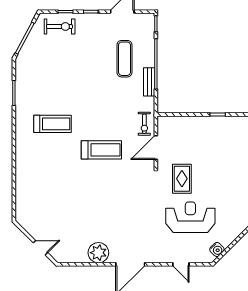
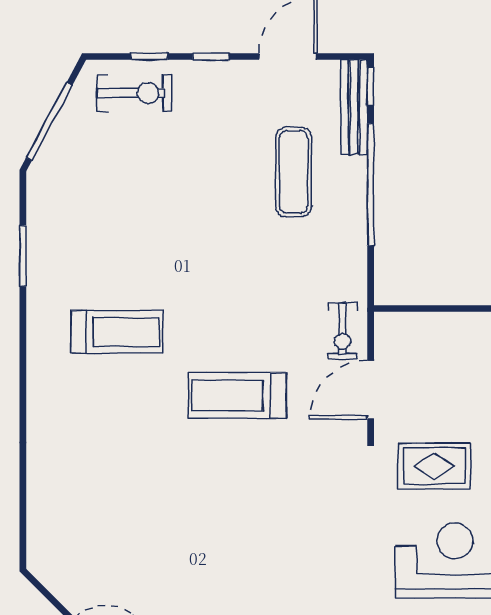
bench: (149, 82) -> (354, 107), moved, width x1.36
treadmill: (101, 150) -> (237, 395), turned 180
rug: (182, 179) -> (434, 466), turned 90

